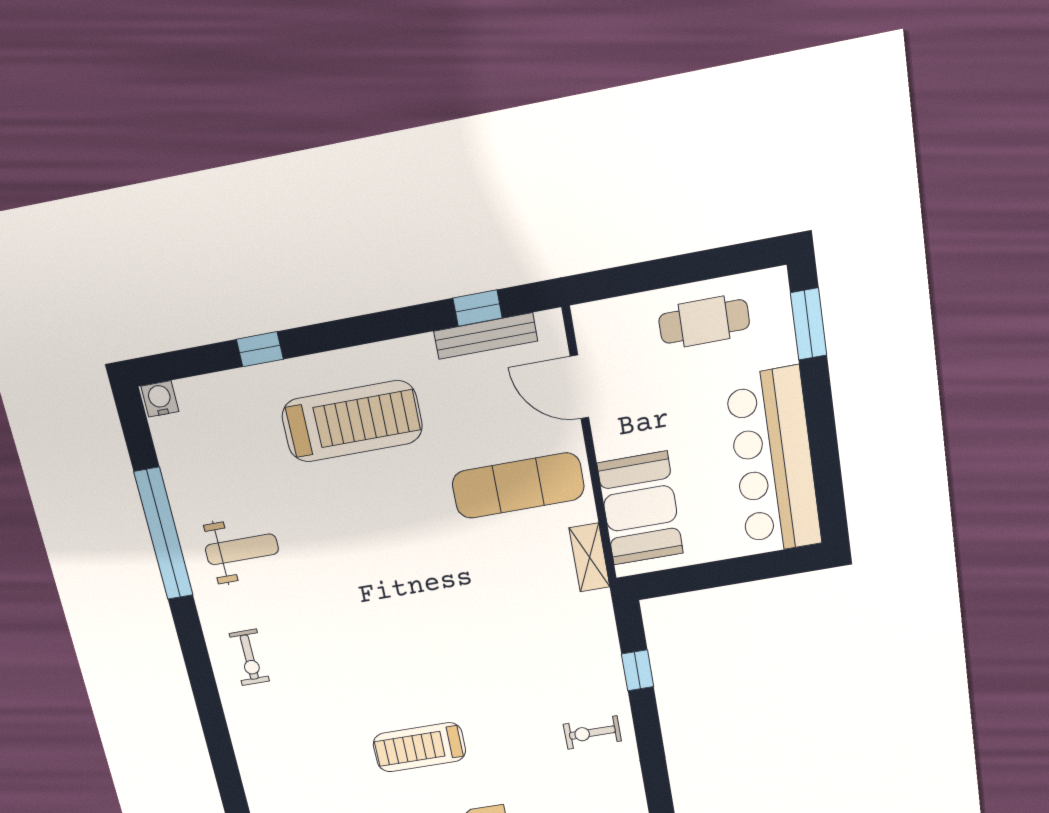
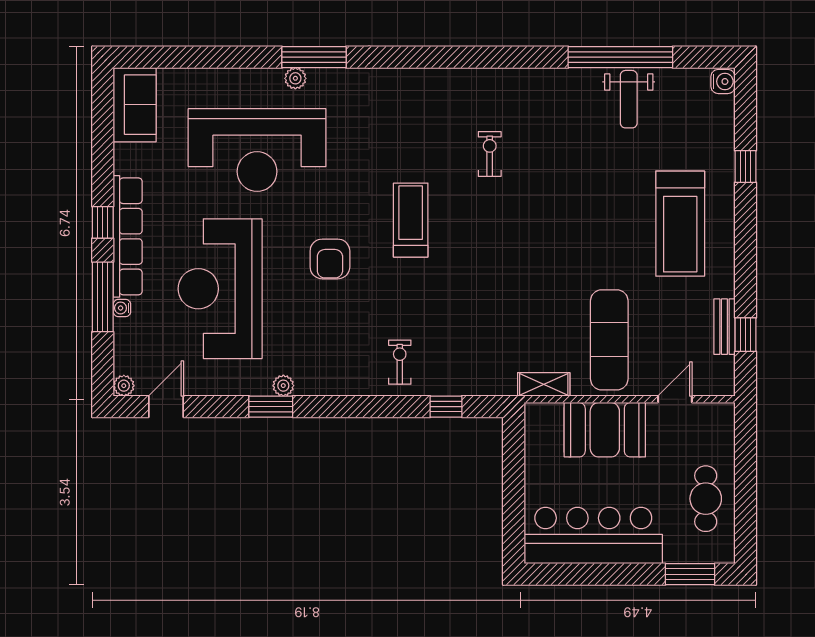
bench: (486, 336) -> (724, 327), width x0.73
door: (579, 387) -> (675, 399), width x0.73
booth: (640, 508) -> (605, 430), moved
weight bench: (242, 549) -> (629, 99), moved
exercise bike: (249, 657) -> (490, 154), moved, turned 90

